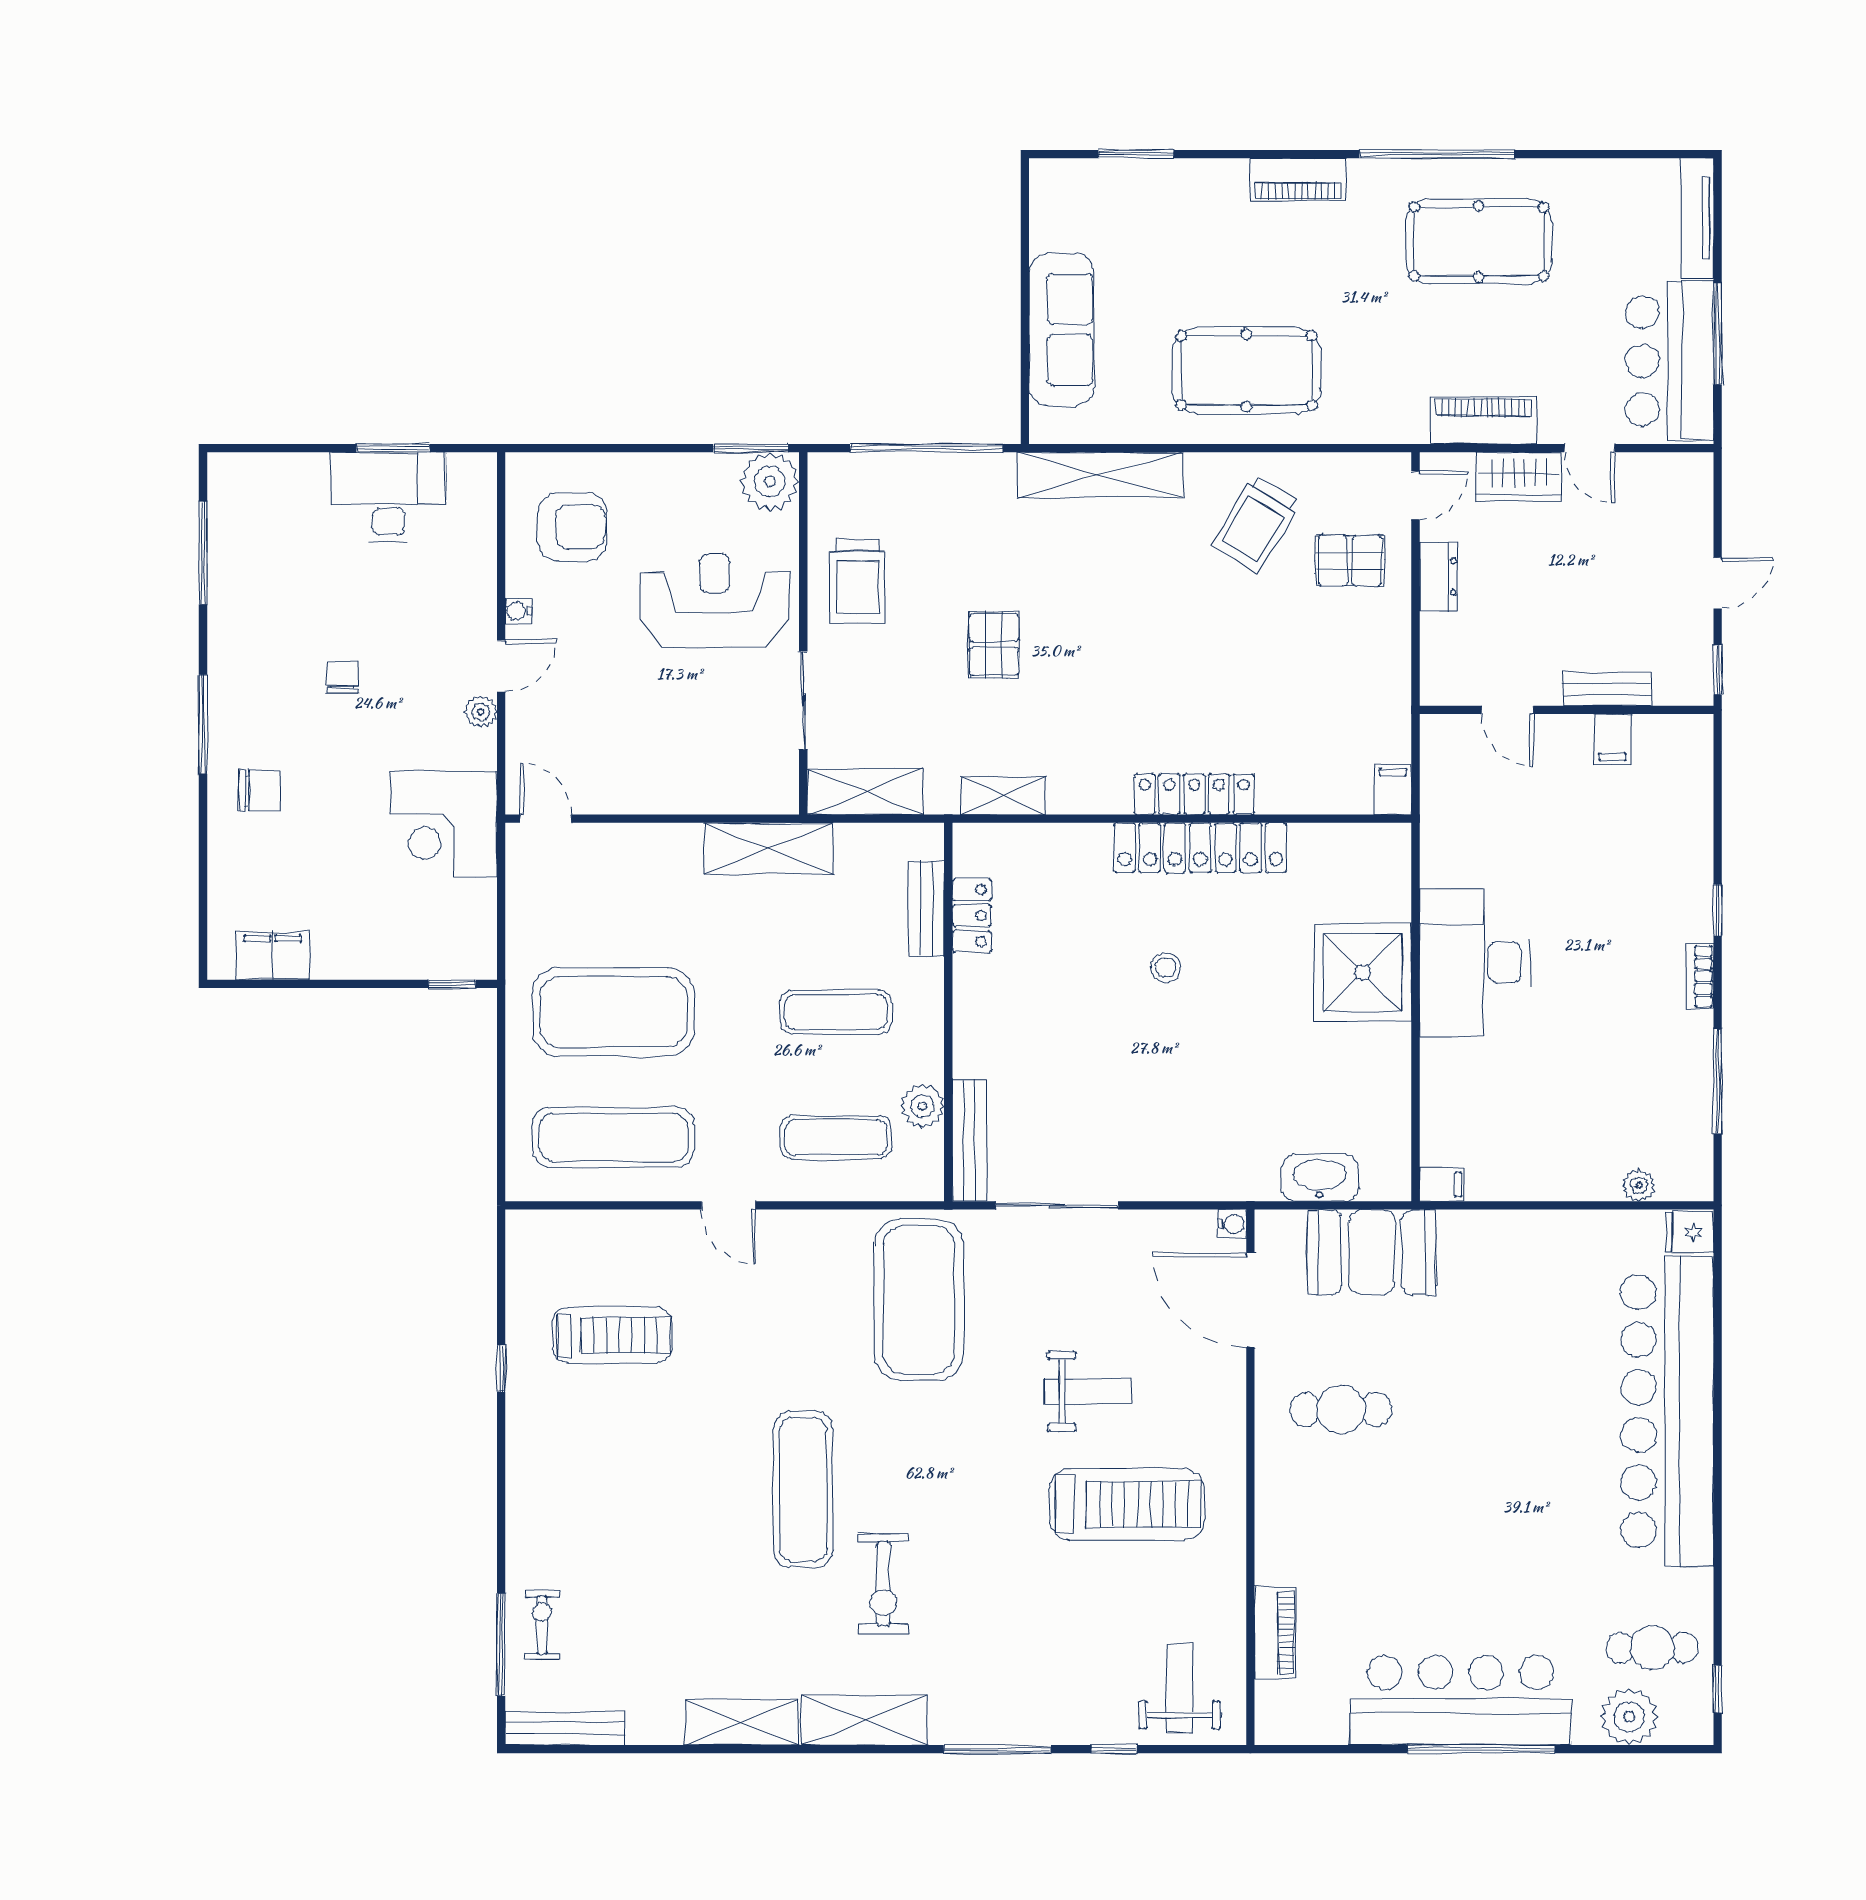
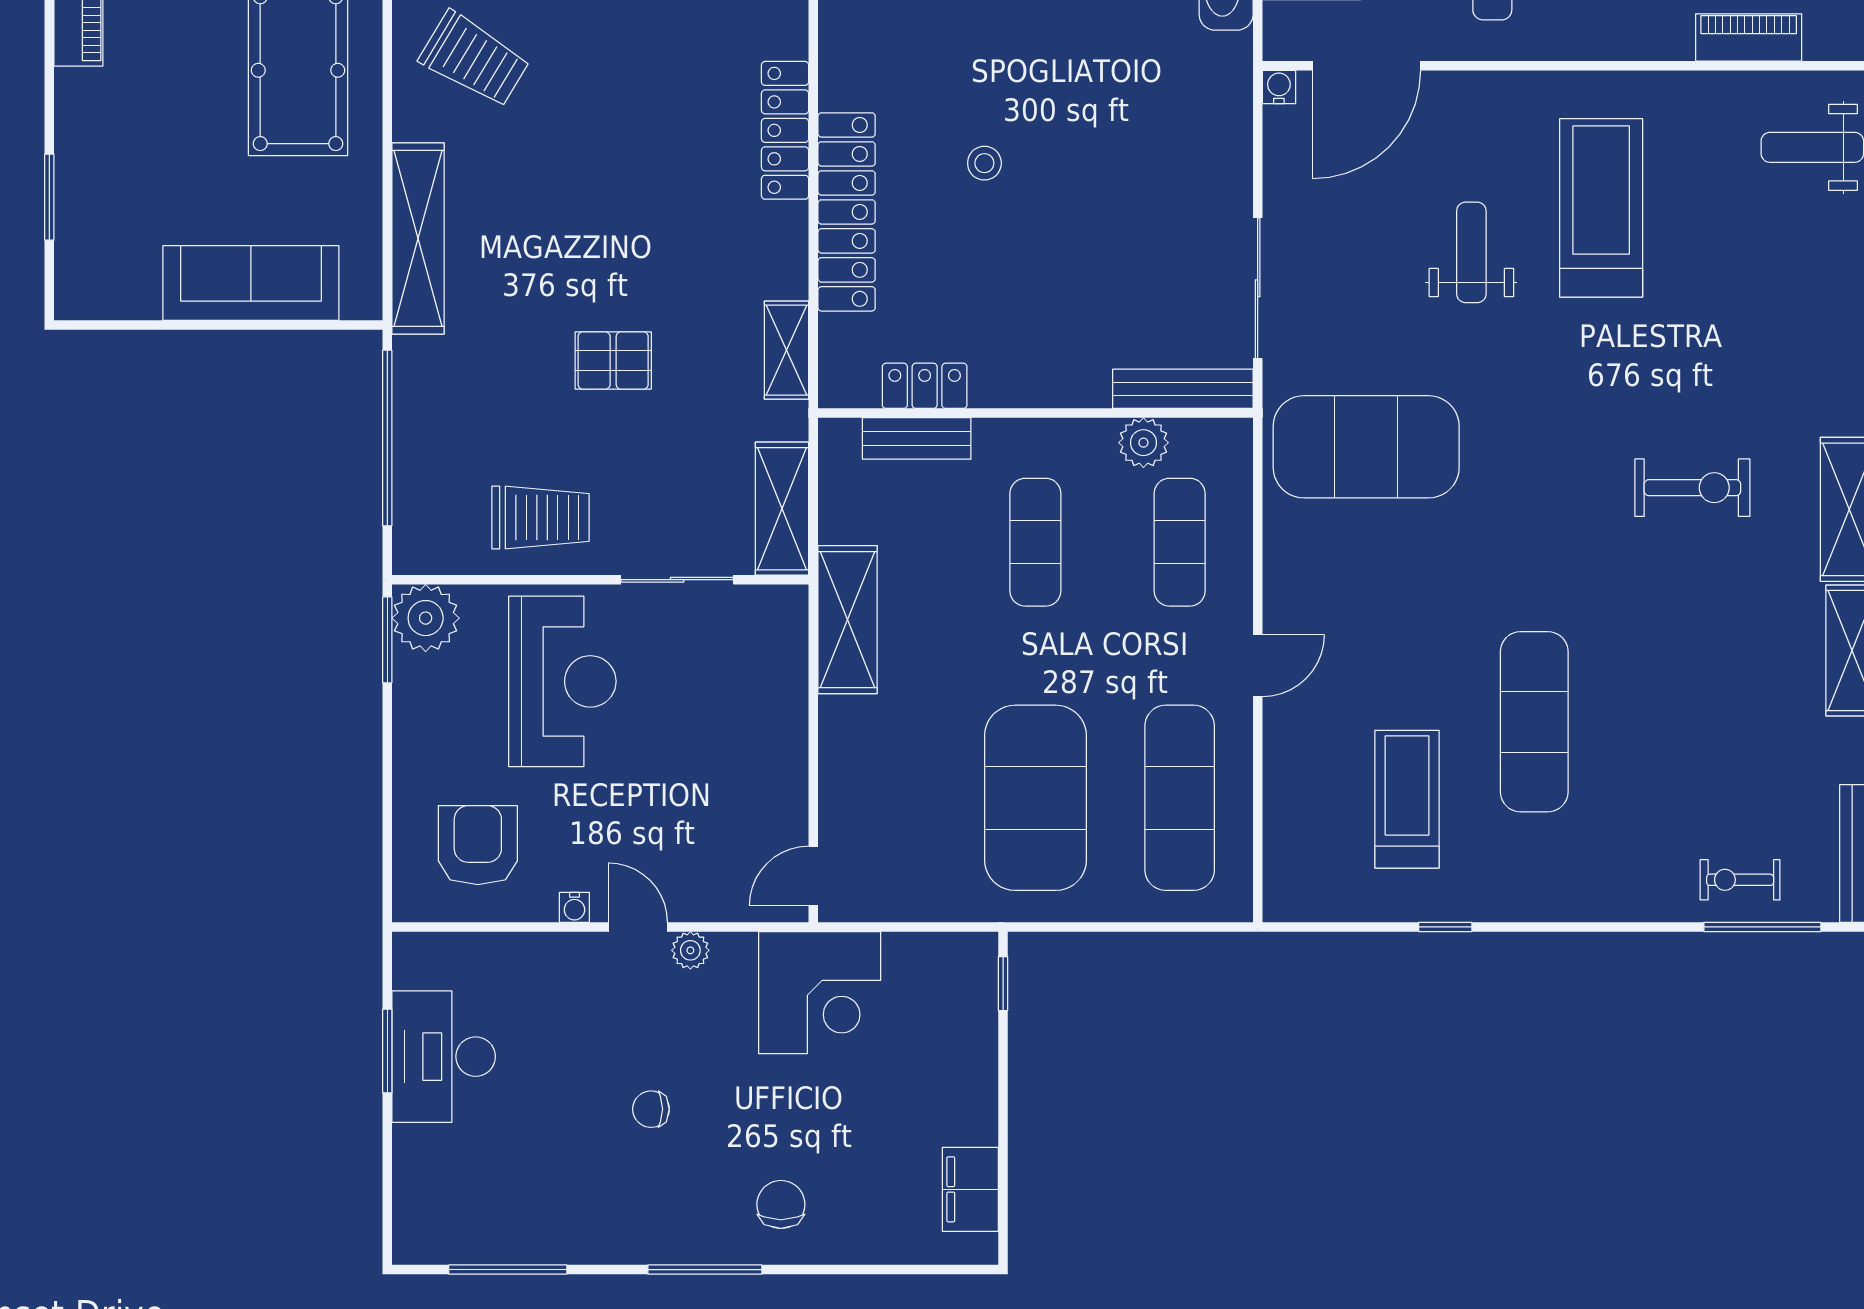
reception desk: (715, 600) -> (562, 681), turned 180
locker: (1200, 848) -> (847, 212), moved
exercise mat: (803, 1489) -> (1534, 722), moved, turned 90

